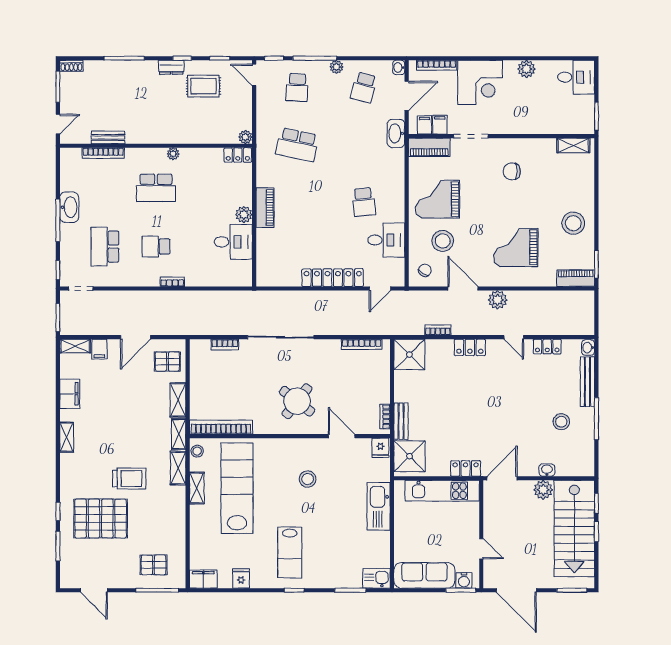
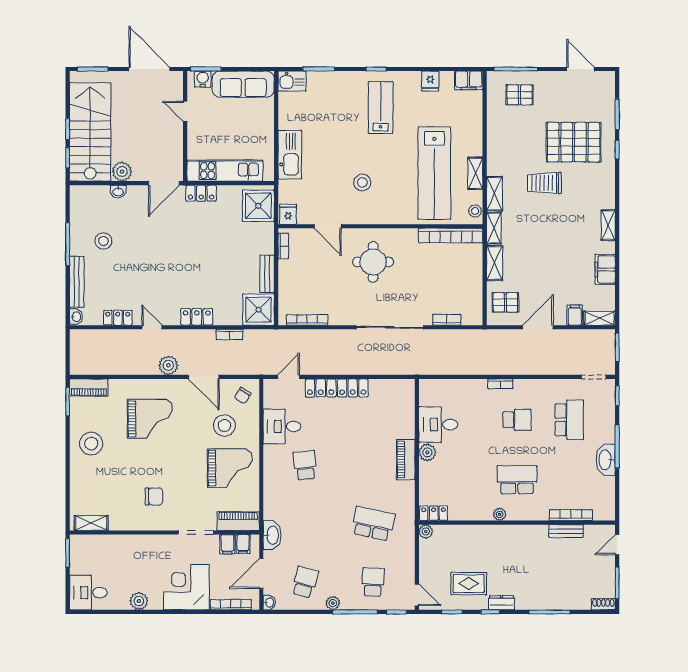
round table: (297, 401) -> (373, 262), turned -38
bench: (401, 421) -> (267, 274), moved

